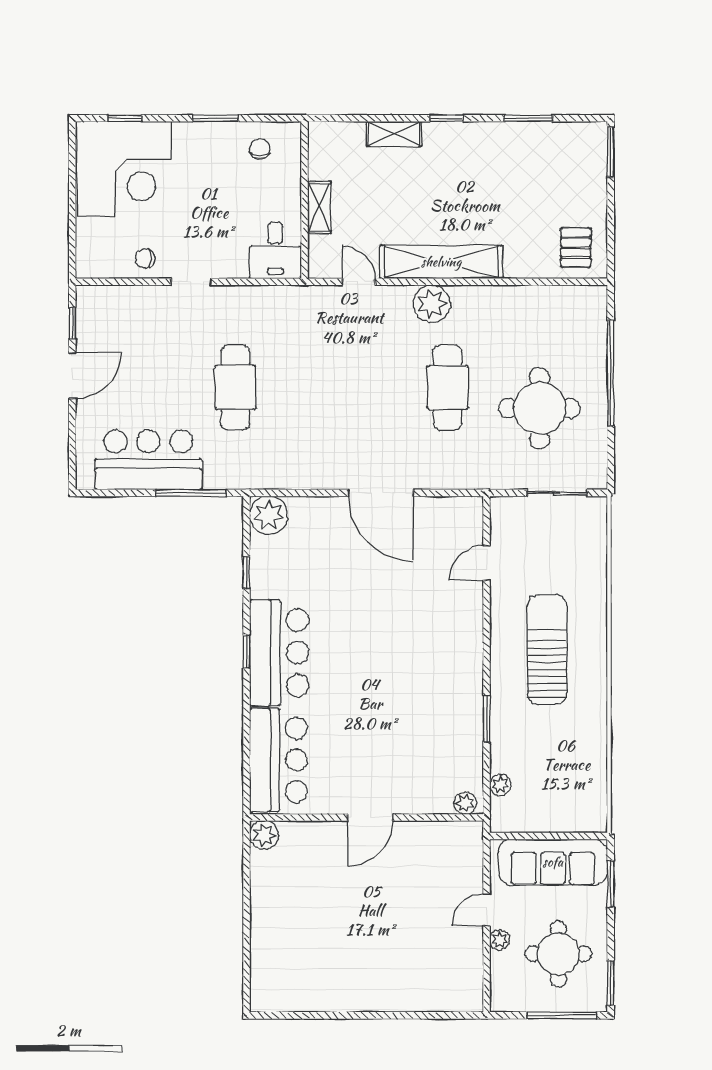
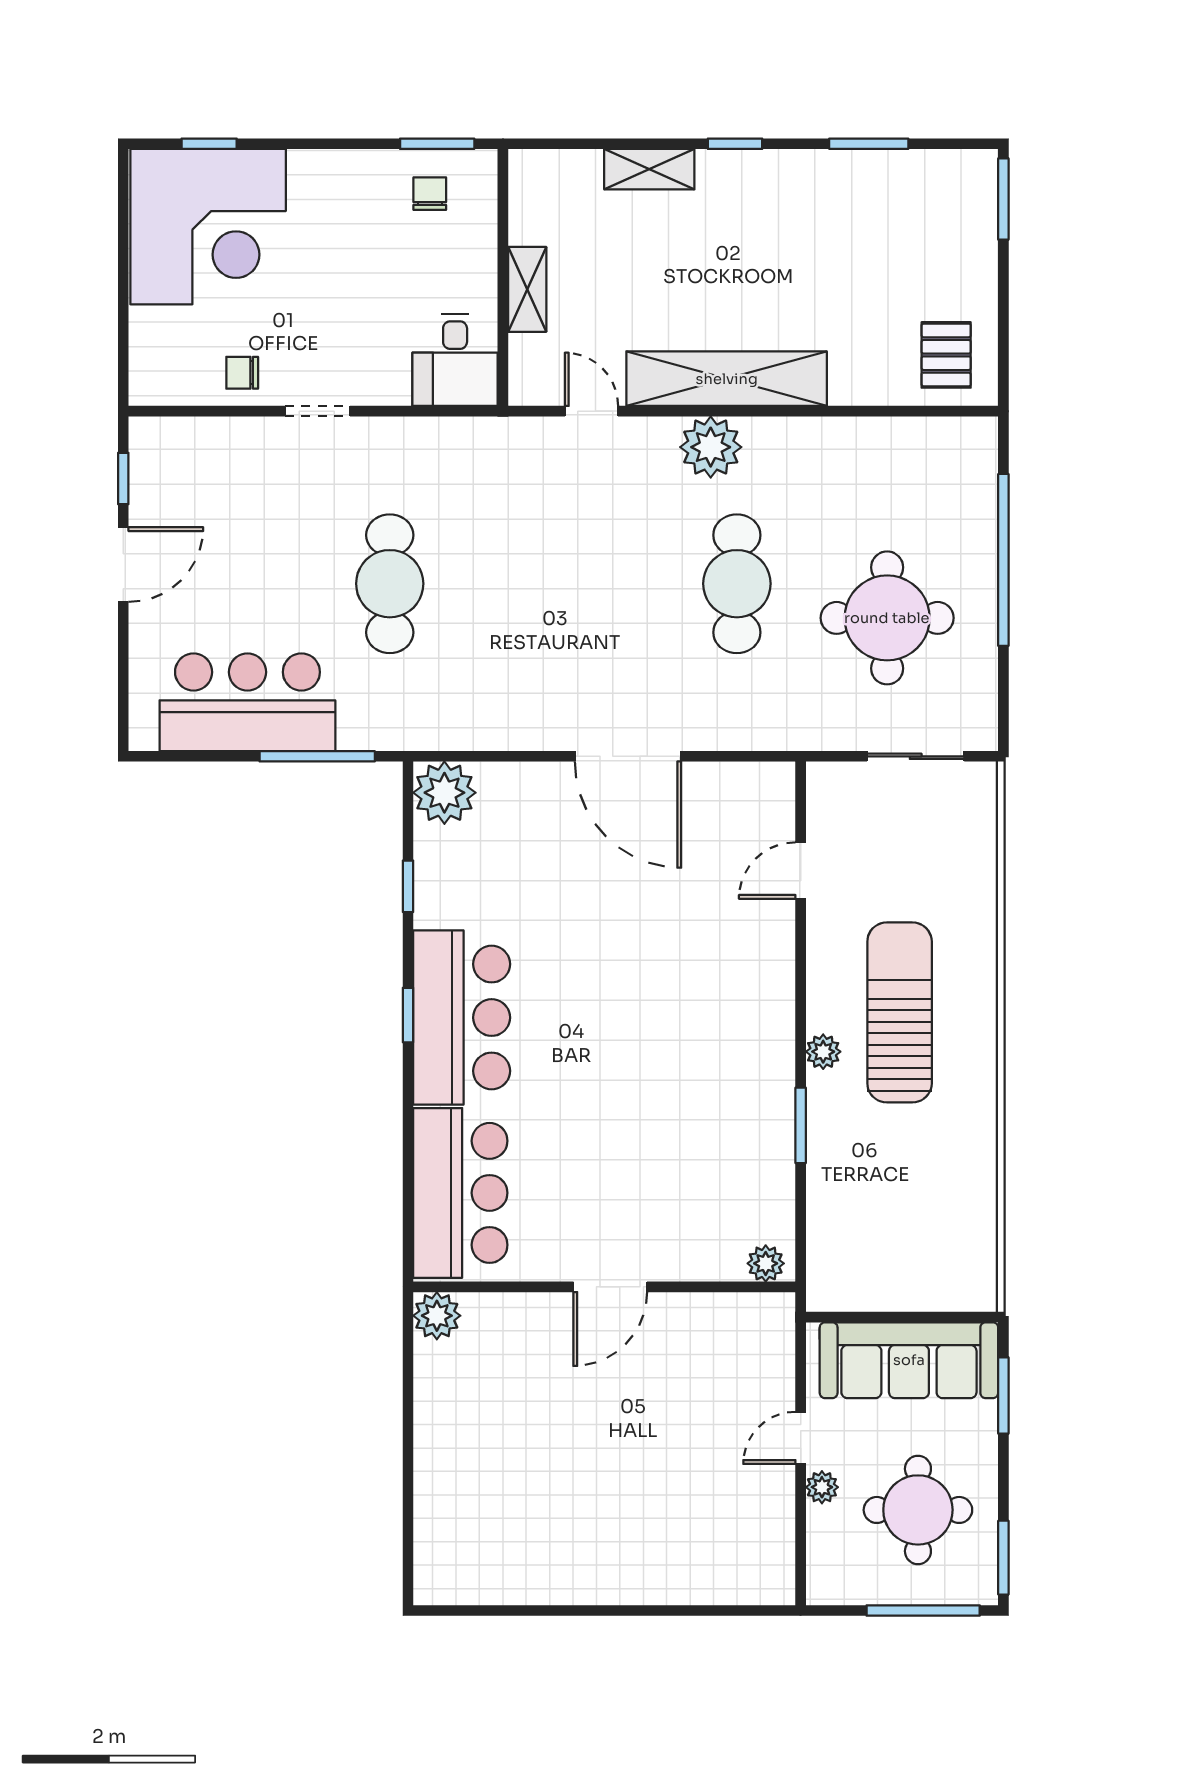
window: (215, 118) -> (437, 144), moved
plant: (500, 785) -> (823, 1052), moved

